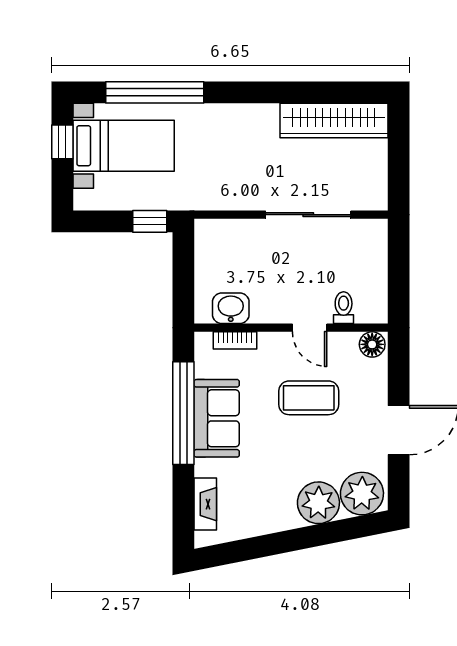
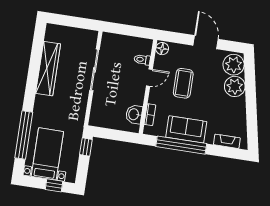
wardrobe: (334, 120) -> (48, 69), moved
window: (62, 142) -> (54, 185), moved

